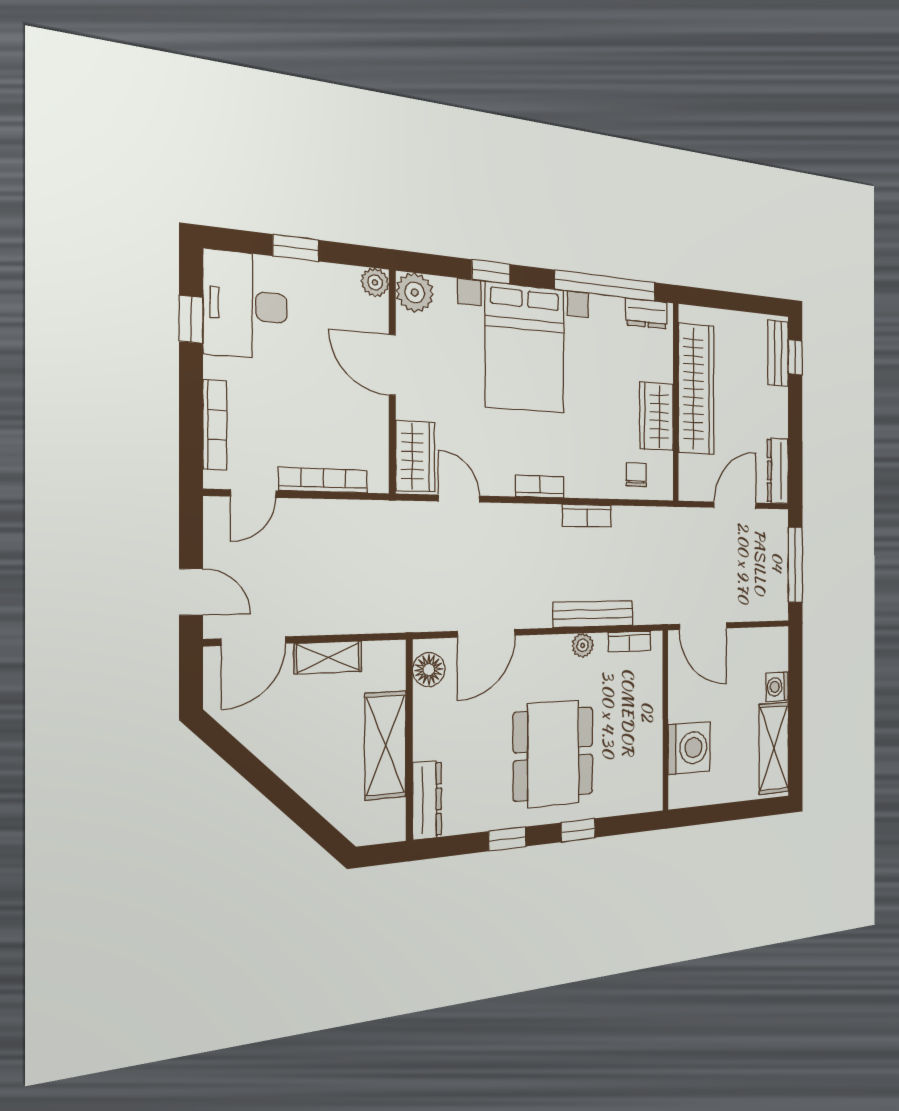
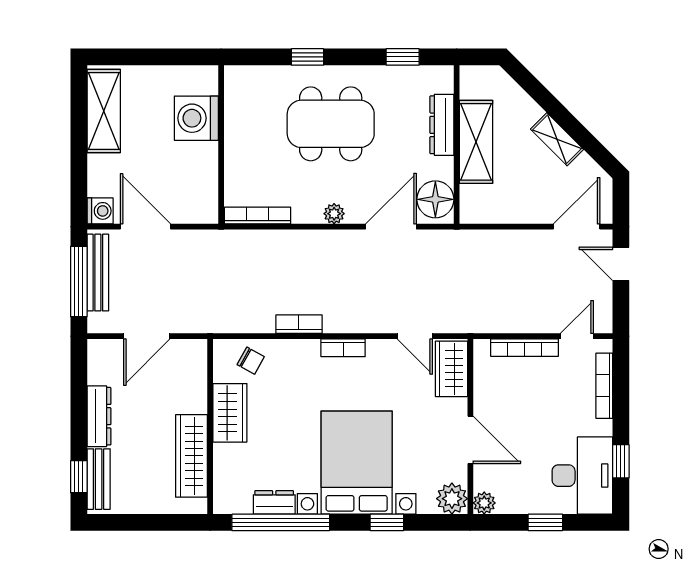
dresser: (647, 314) -> (274, 502), moved
wardrobe: (696, 389) -> (192, 456), width x0.71, depth x0.85
dresser: (778, 471) -> (99, 416), moved
chair: (636, 475) -> (251, 361), turned -61
bench: (593, 614) -> (98, 273), moved, turned 90
door: (703, 626) -> (145, 227), moved
bookcase: (629, 641) -> (258, 215), width x1.56
plant: (583, 645) -> (334, 214), moved
shelving: (328, 658) -> (557, 139), moved, turned 45
floor lamp: (429, 670) -> (435, 199), width x1.38, depth x1.38
washing machine: (777, 687) -> (100, 211), moved
dining table: (553, 754) -> (331, 124), turned 90
dresser: (427, 800) -> (442, 125), moved
window: (508, 839) -> (403, 57), moved

